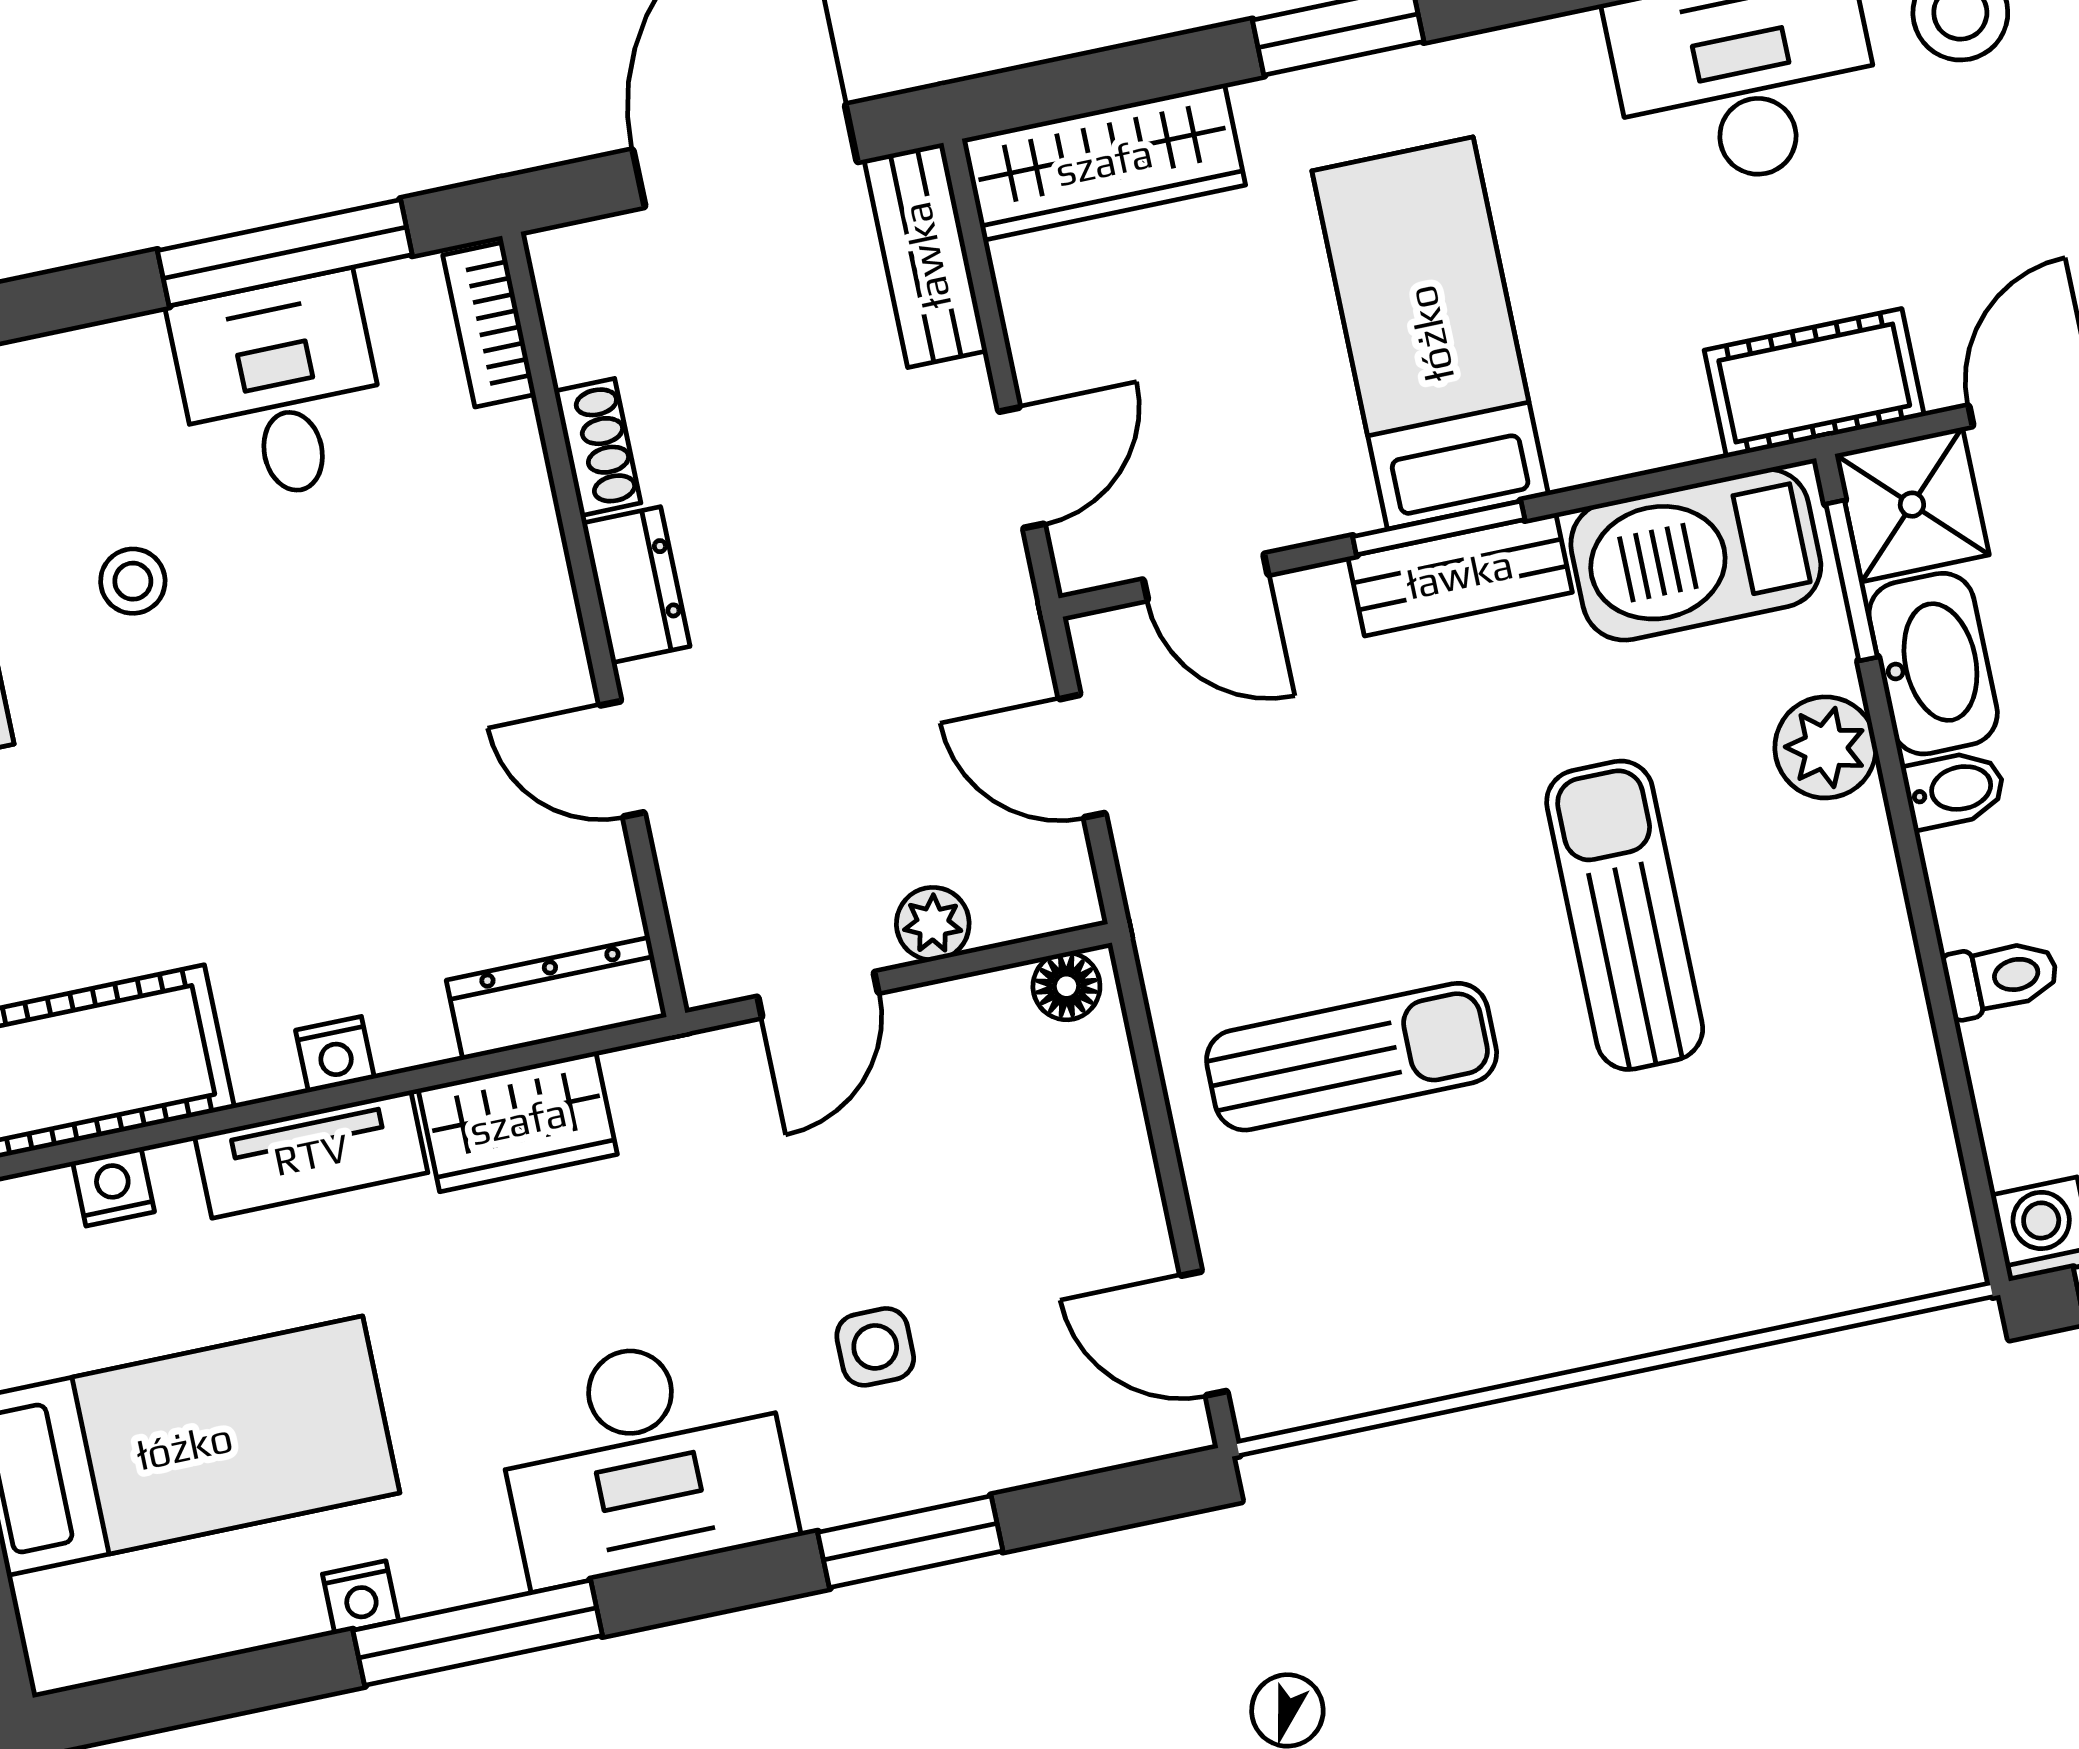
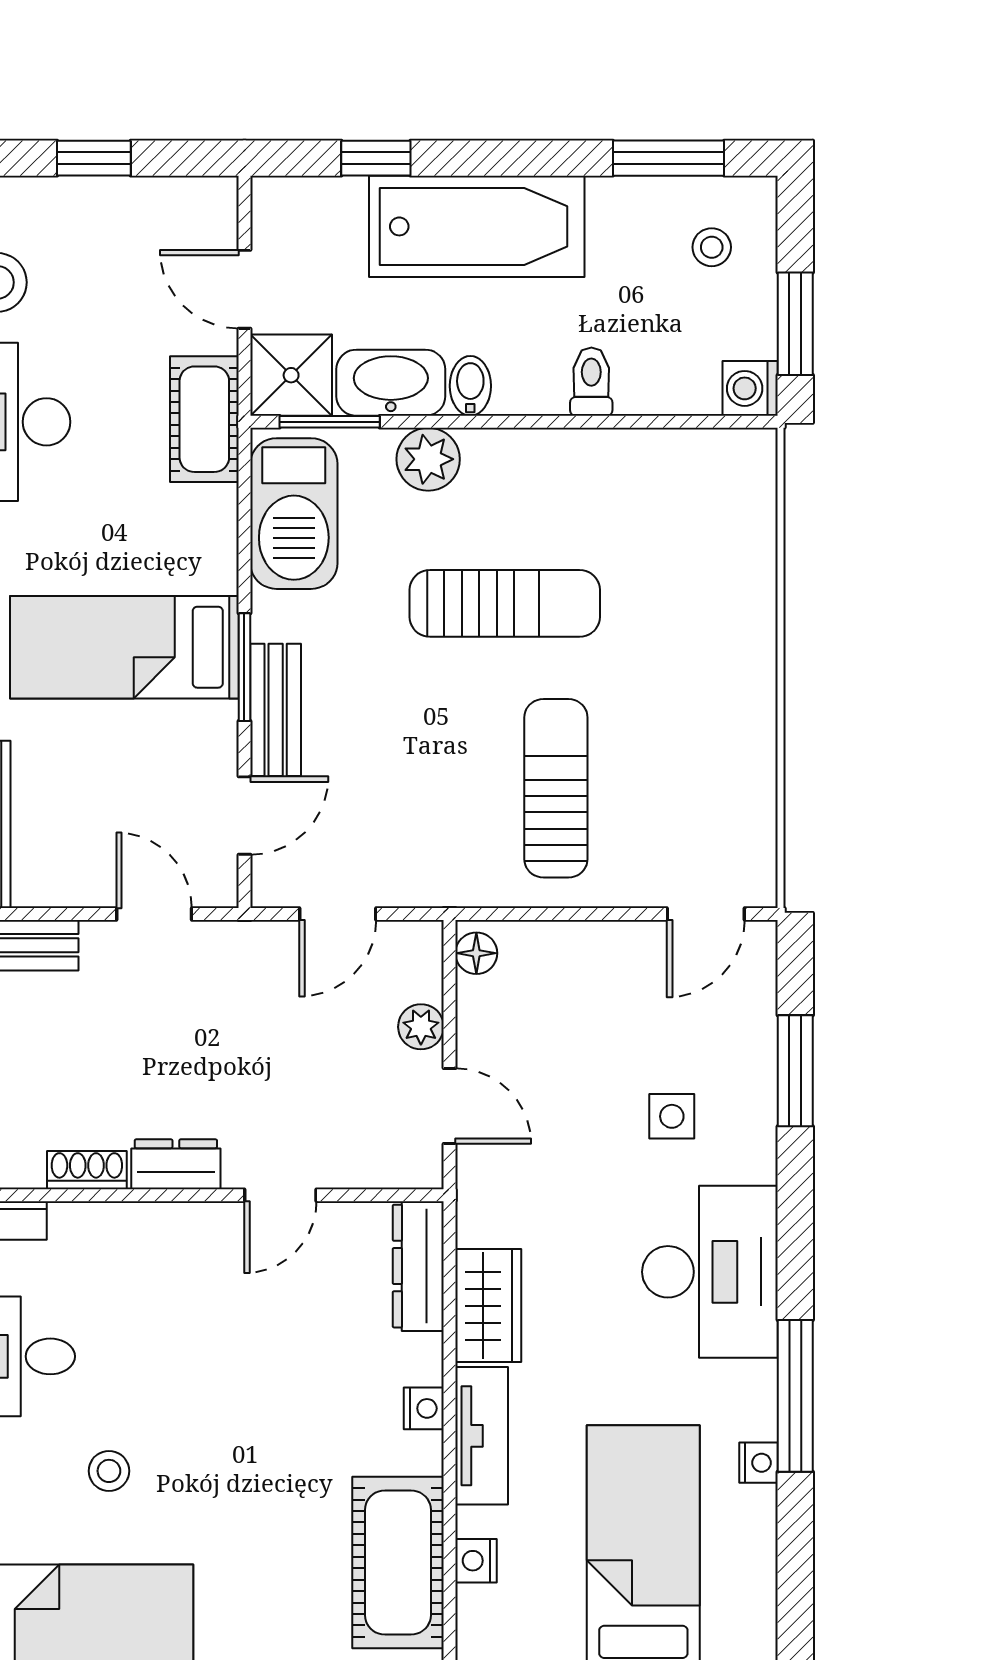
bench: (1460, 574) -> (276, 710), moved
sun lounger: (1625, 915) -> (505, 603), turned 180
window: (910, 1542) -> (795, 1071), moved

